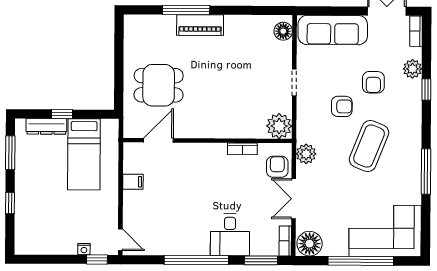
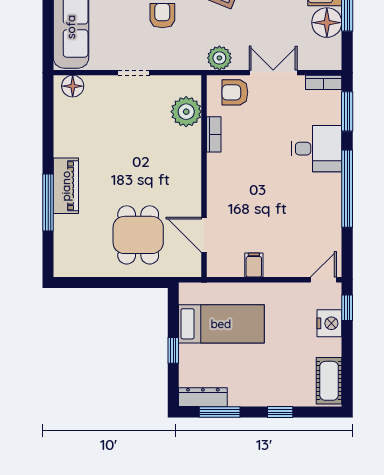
dresser: (46, 126) -> (203, 397), moved, turned -90
plant: (279, 126) -> (186, 112), moved
double door: (294, 199) -> (273, 73), swing flipped
cot: (36, 244) -> (329, 381), added
floor lamp: (310, 244) -> (327, 23), moved
nightstand: (84, 249) -> (329, 323), width x1.89, depth x1.79

